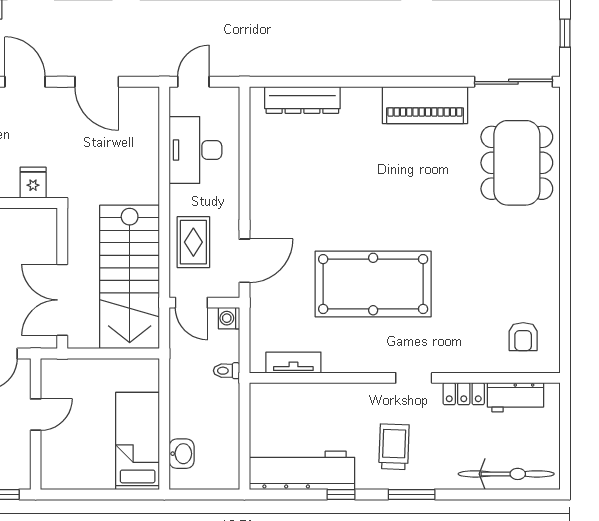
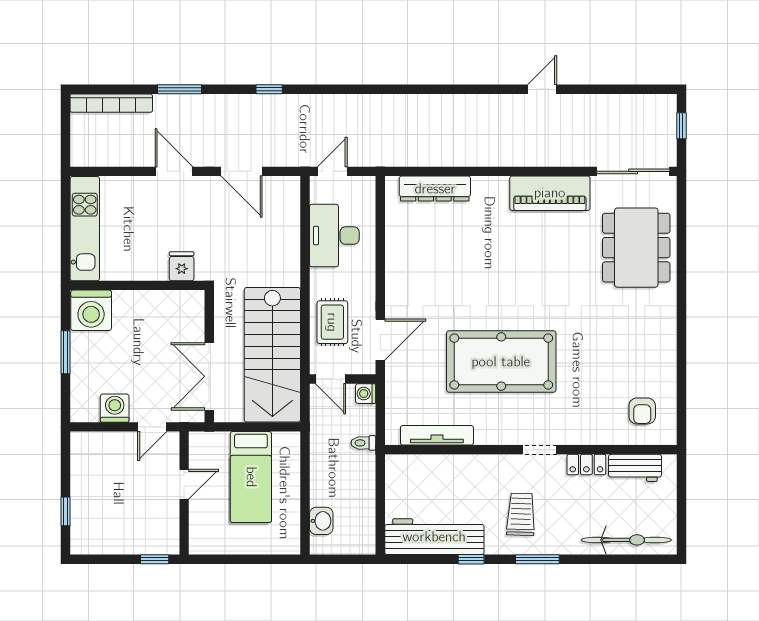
tv unit: (293, 363) -> (437, 435), width x1.41
bed: (138, 441) -> (251, 477), moved, turned 180

